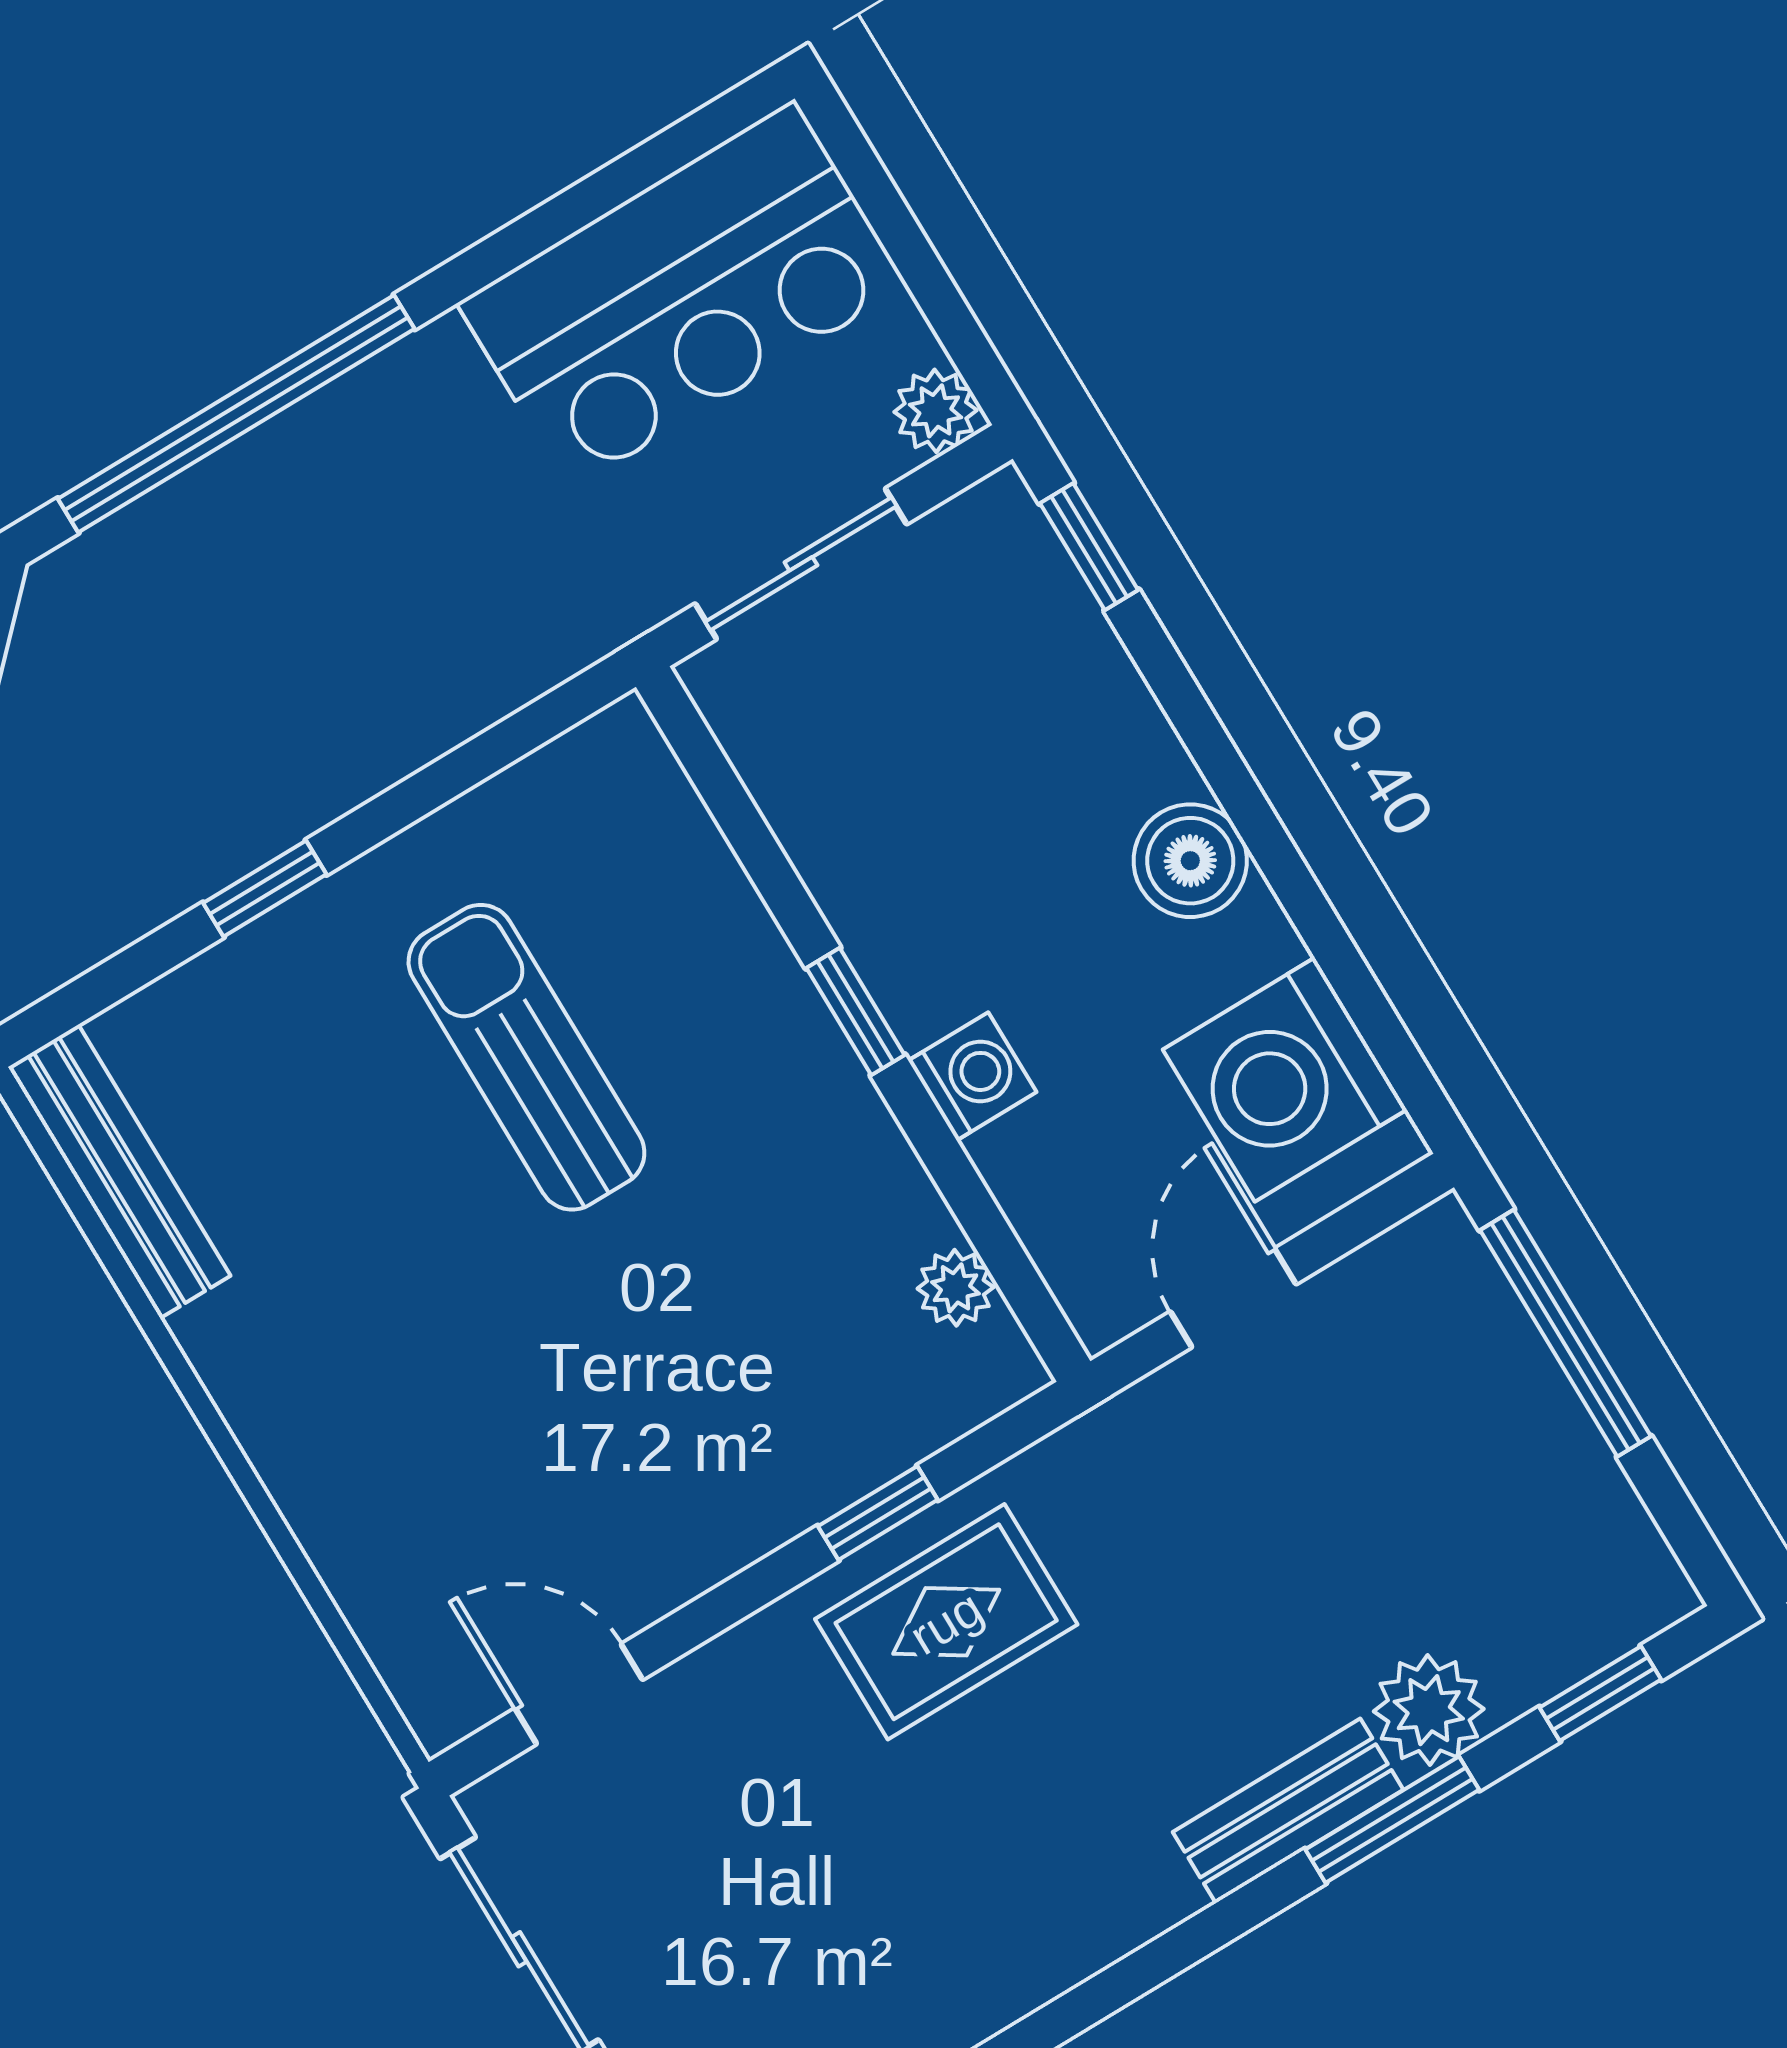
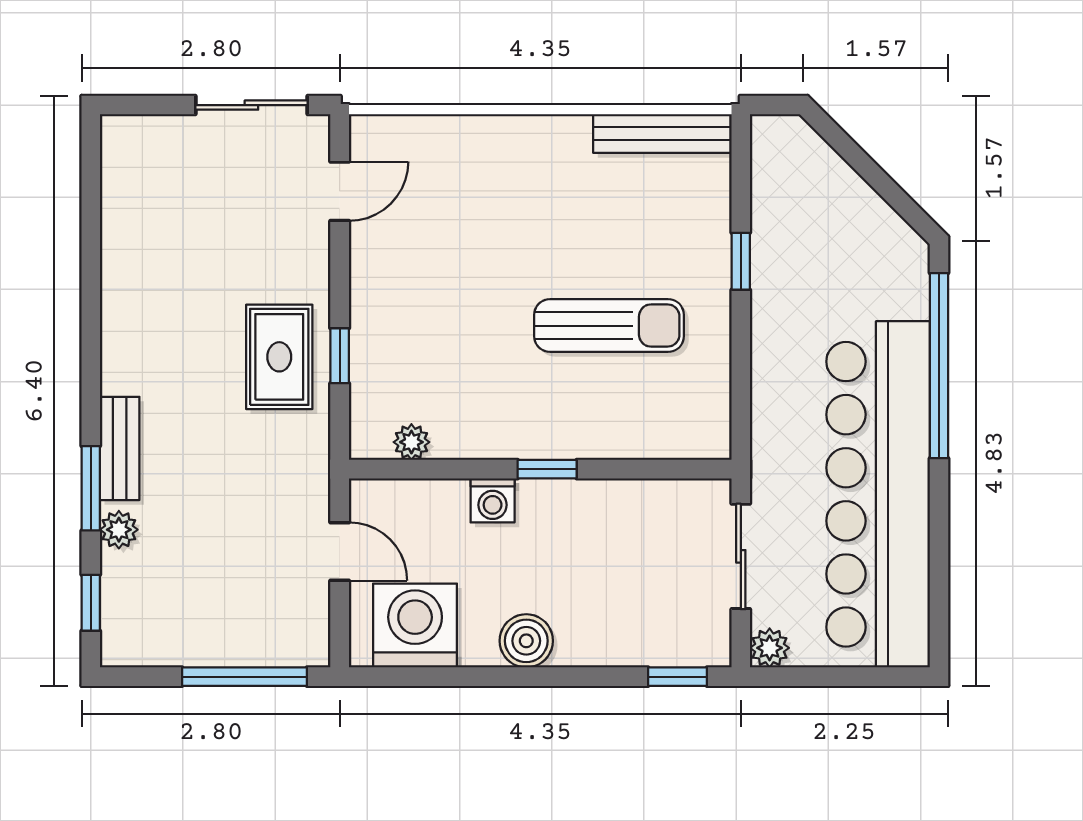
bar counter: (682, 295) -> (878, 494), width x1.86
plant: (1429, 1710) -> (119, 530), width x0.73, depth x0.73

